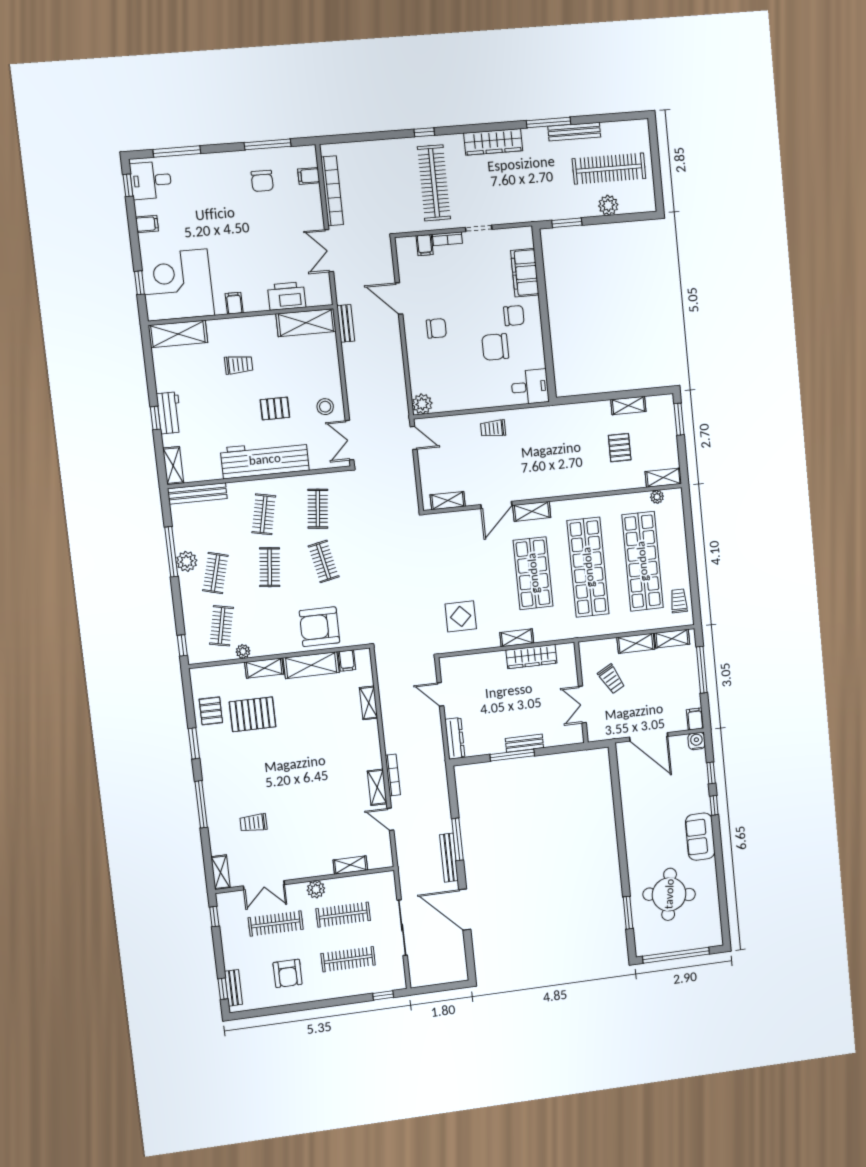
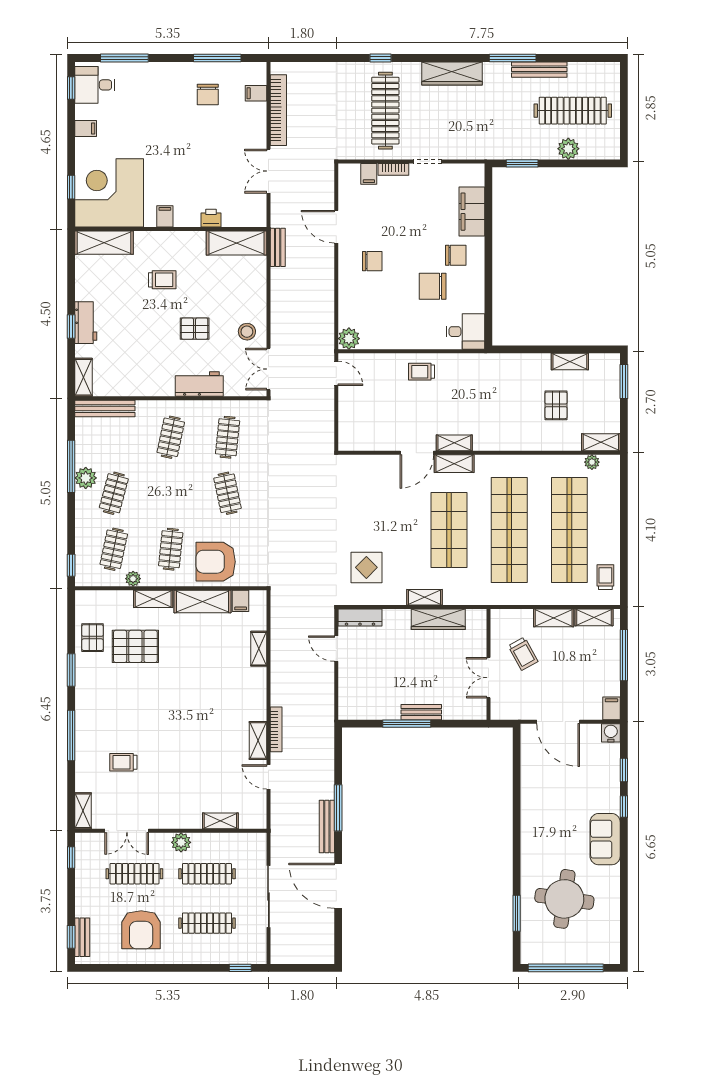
printer: (287, 296) -> (211, 218), width x0.53, depth x0.68
workbench: (265, 459) -> (199, 384), width x0.53, depth x0.76
shelving: (448, 501) -> (454, 443), moved
clothes rail: (270, 567) -> (171, 549), moved
dresser: (455, 738) -> (360, 617), moved, turned 90
armchair: (288, 973) -> (141, 930), width x1.36, depth x1.36

